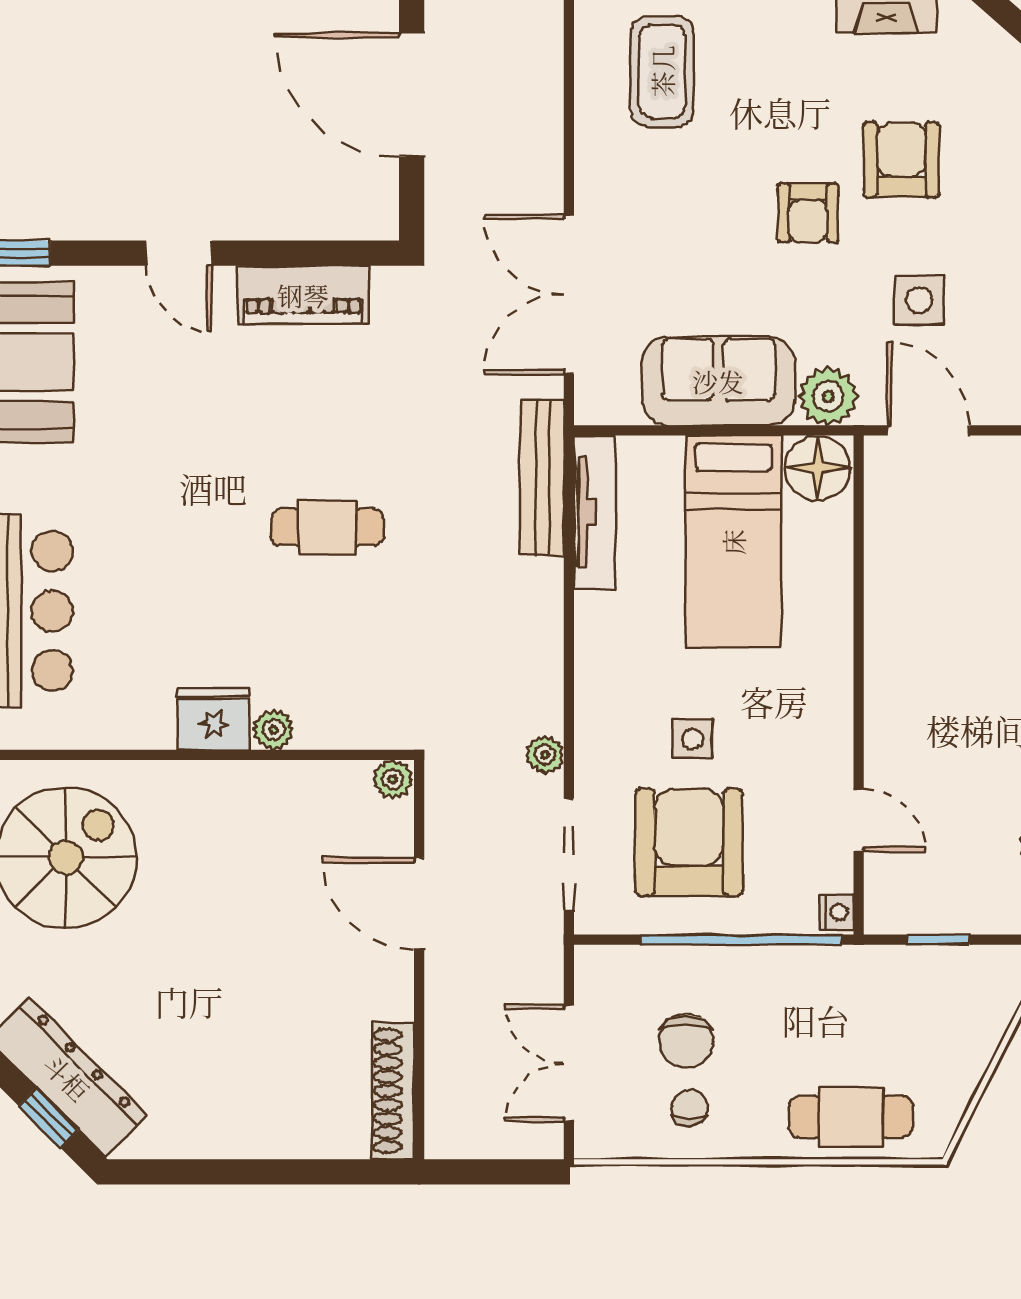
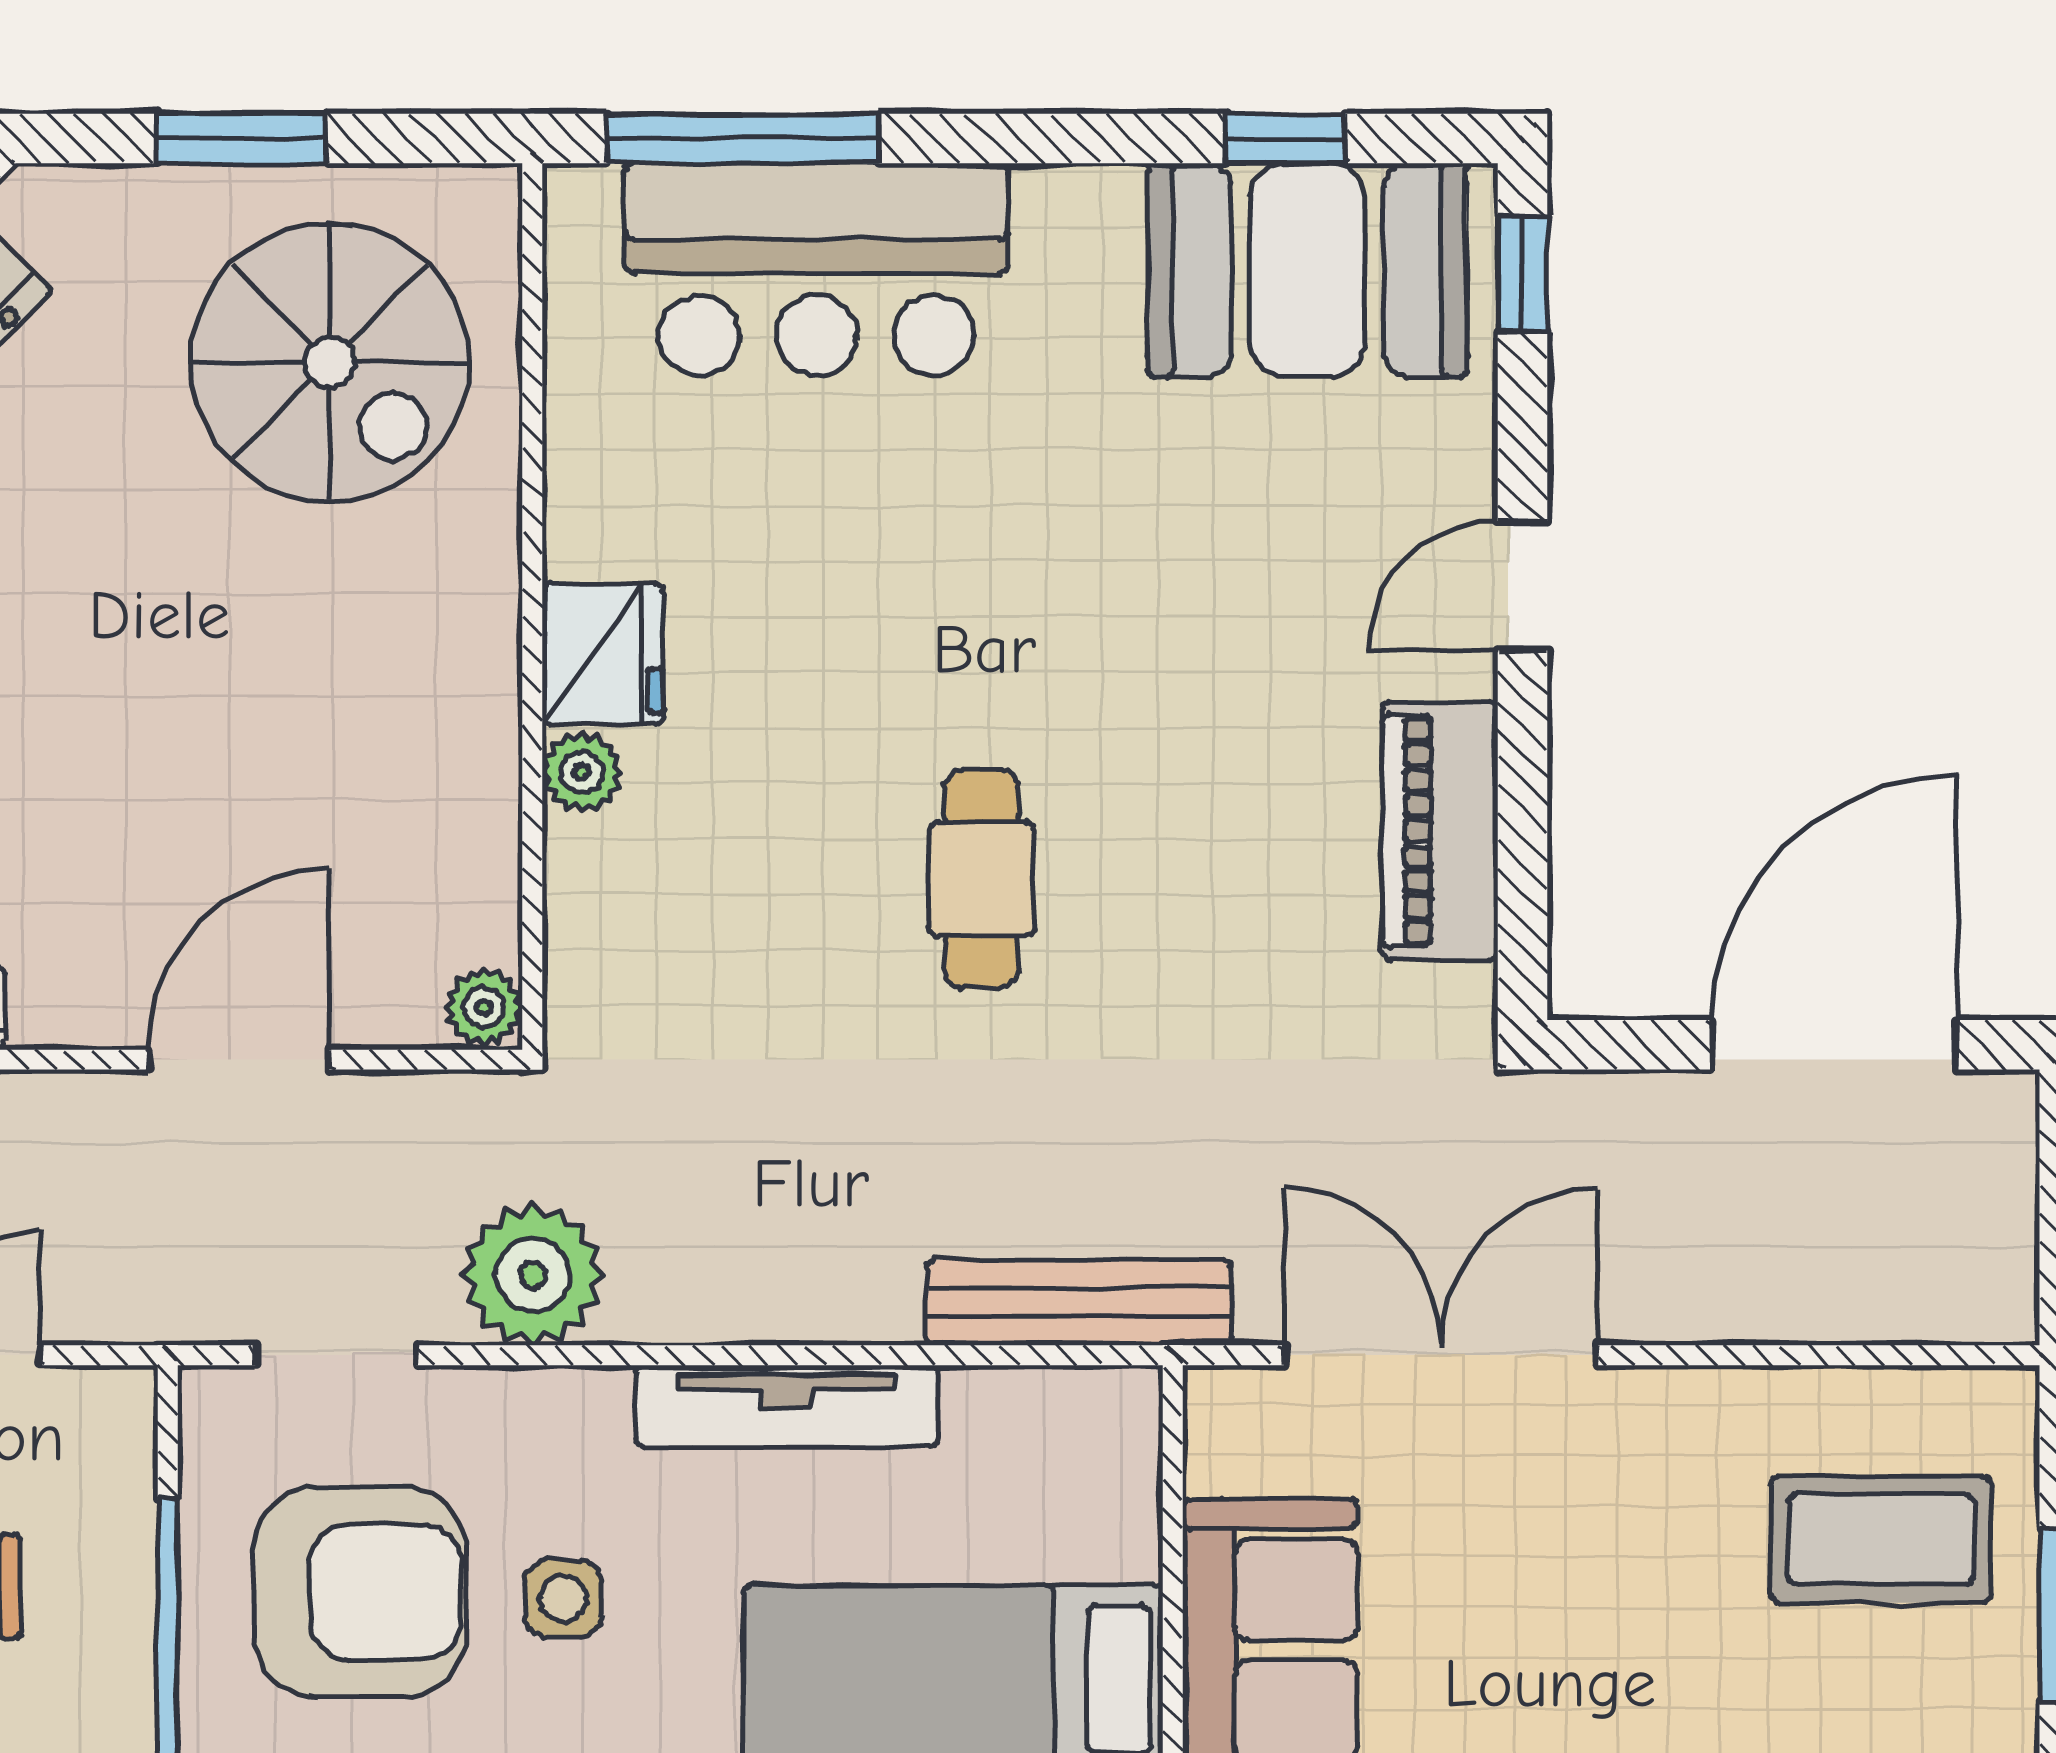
tv unit: (595, 512) -> (787, 1406), moved
plant: (545, 755) -> (533, 1275), width x1.87, depth x1.87
doorway: (569, 854) -> (336, 1355), width x0.73

